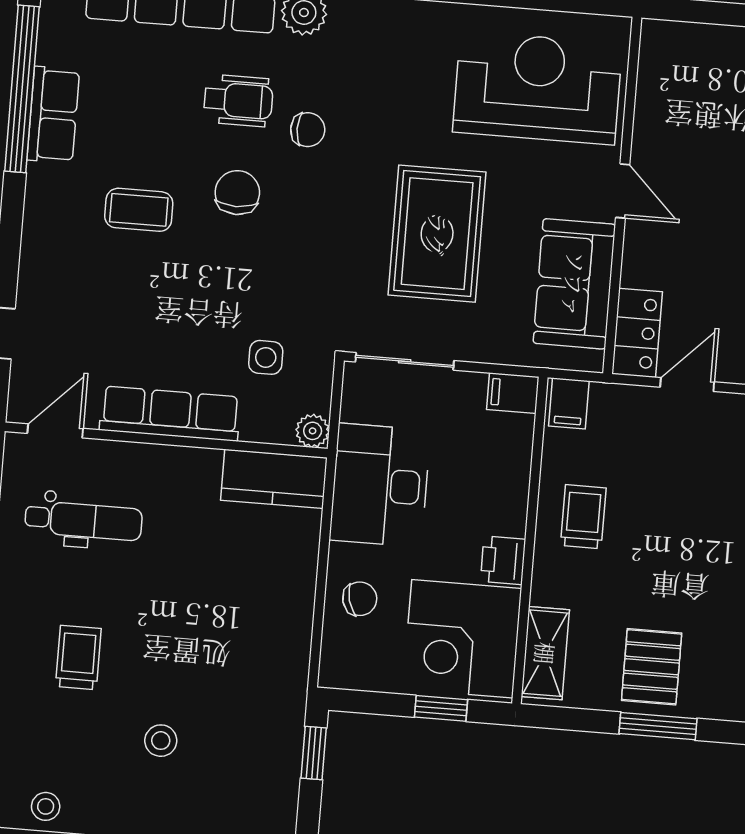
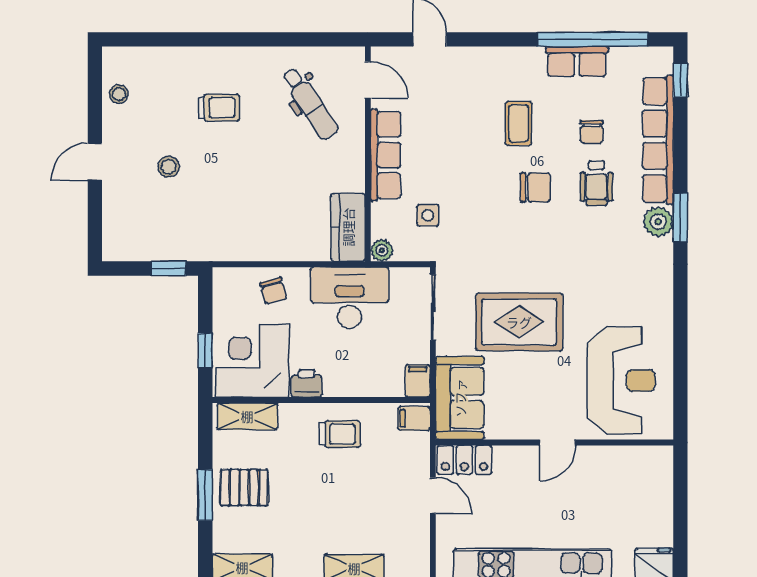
chair: (308, 130) -> (592, 132), moved
sofa: (574, 284) -> (460, 398), moved, turned 90
dental chair: (83, 521) -> (310, 104), turned -34

